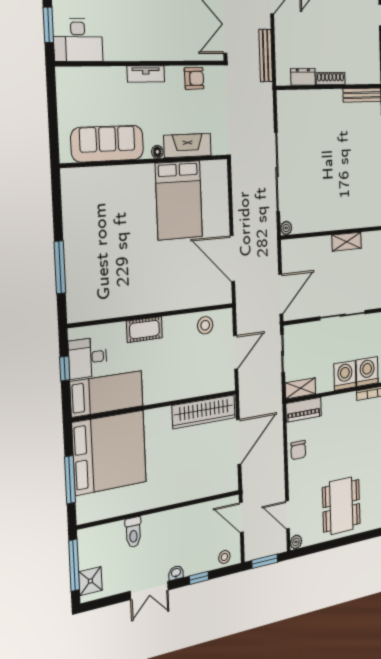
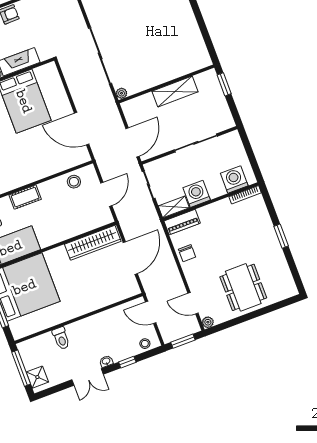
shelving: (347, 242) -> (175, 92), width x1.50, depth x1.33
washing machine: (345, 375) -> (197, 194), moved

